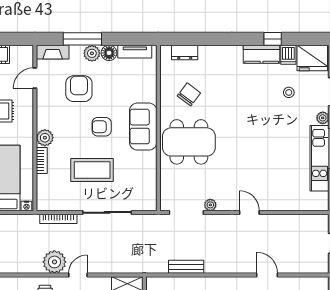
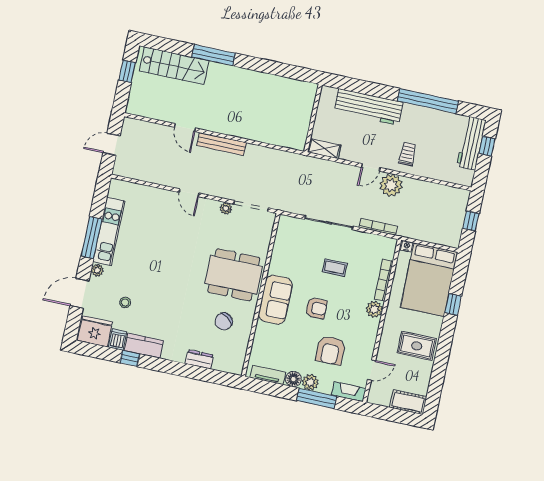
dresser: (185, 52) -> (199, 359), moved
bookcase: (42, 161) -> (384, 280), width x1.56
coffee table: (92, 170) -> (335, 268), width x0.54, depth x0.58
bench: (186, 267) -> (222, 144), moved, width x1.36

